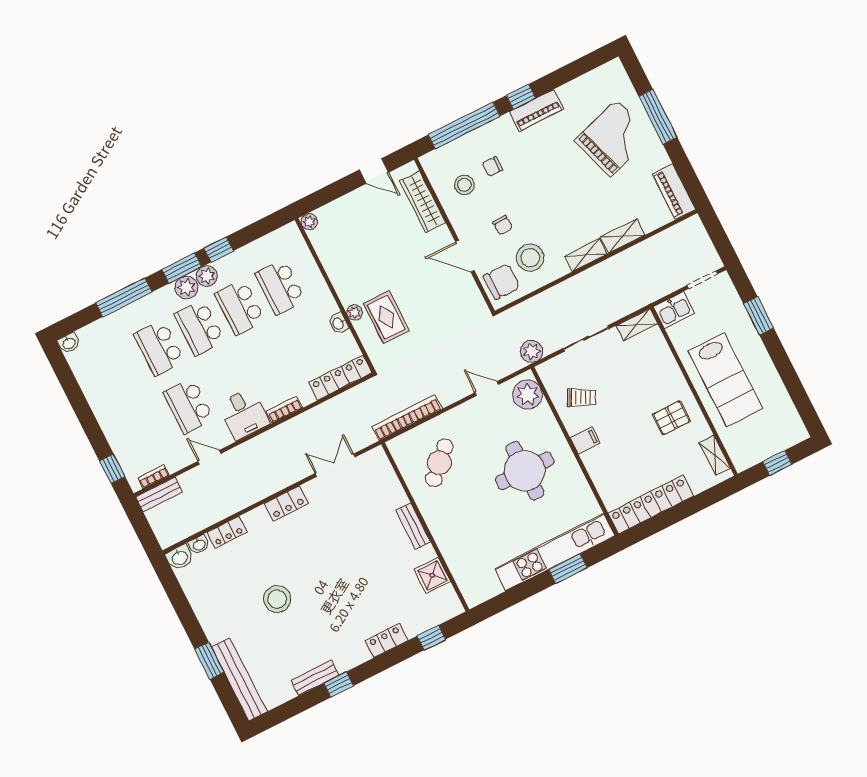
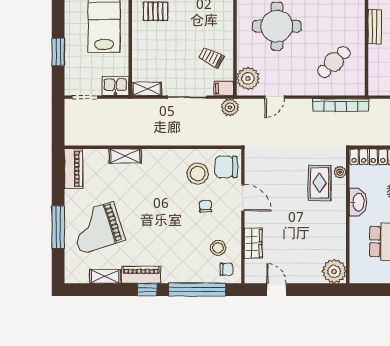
chair: (492, 167) -> (227, 269), moved
wardrobe: (423, 202) -> (253, 243), width x0.67
plant: (309, 222) -> (334, 271), width x1.87, depth x1.87
shelving: (586, 255) -> (105, 276), moved
plant: (355, 312) -> (340, 172), moved
washbasin: (338, 323) -> (358, 202), width x1.91, depth x1.45
door: (487, 389) -> (275, 97), hinge flipped
filing cabinet: (585, 440) -> (224, 88), moved

